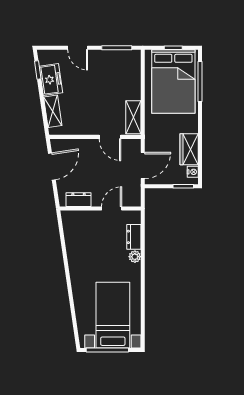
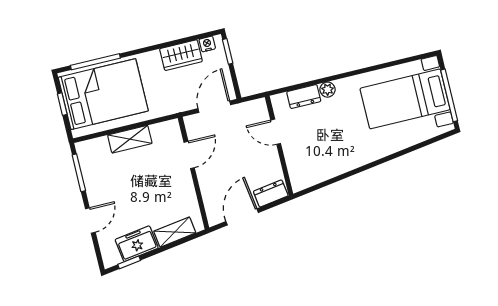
shelving: (133, 117) -> (130, 139), moved
door: (143, 165) -> (214, 107), hinge flipped
door: (52, 166) -> (242, 217), hinge flipped
dresser: (79, 200) -> (271, 193), moved, turned 82

